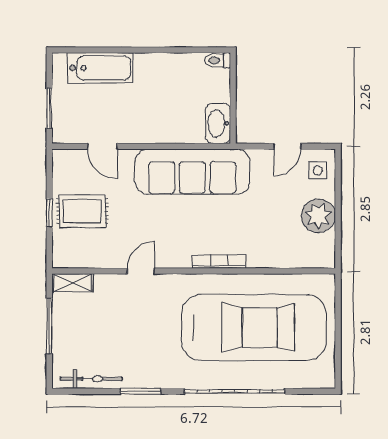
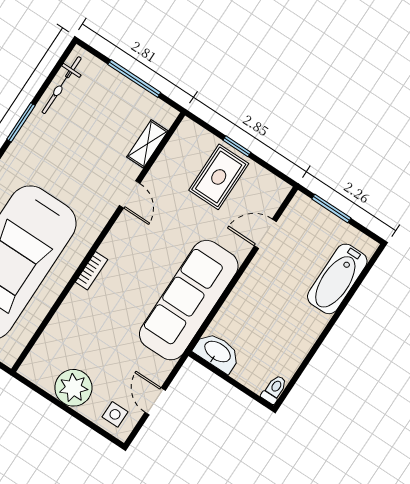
bookcase: (219, 261) -> (91, 271), width x0.64
shelving: (73, 283) -> (147, 144), moved

